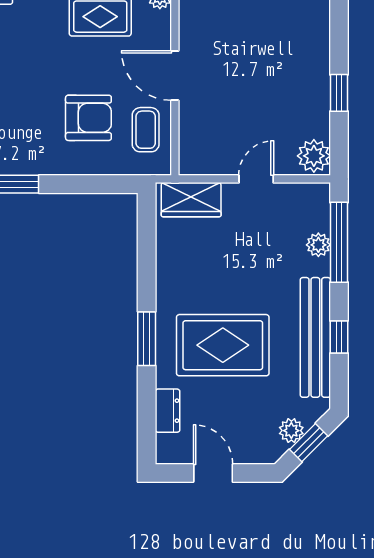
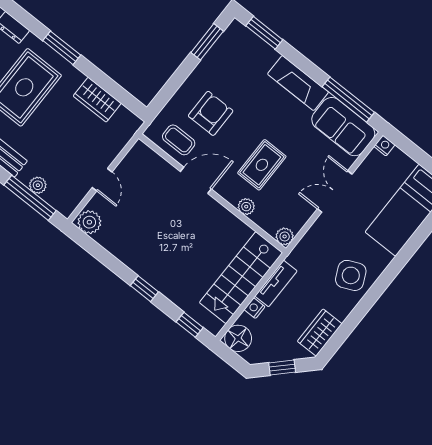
window: (339, 93) -> (144, 289), moved
armchair: (88, 118) -> (211, 113), turned 180
wardrobe: (191, 200) -> (97, 100), moved, turned -90

